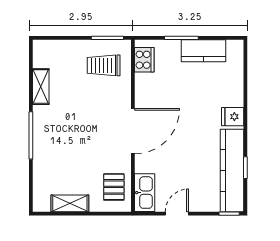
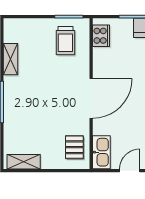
trolley: (104, 65) -> (65, 41), turned -90
shelving: (70, 203) -> (24, 162), moved

